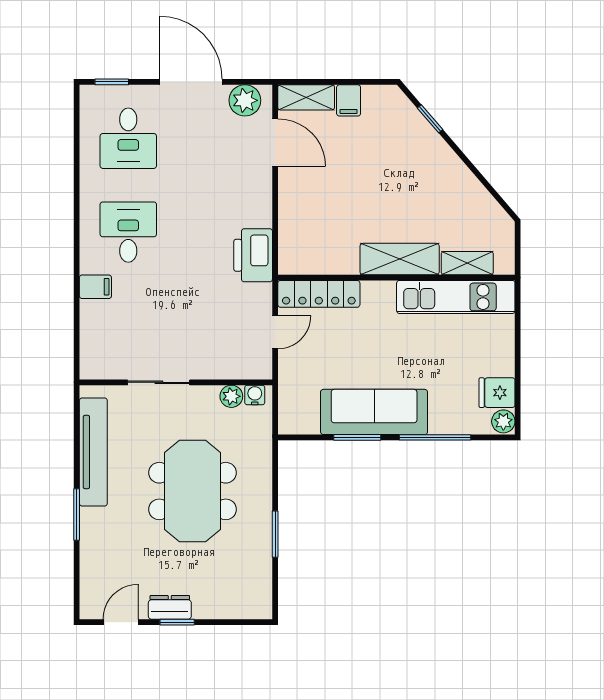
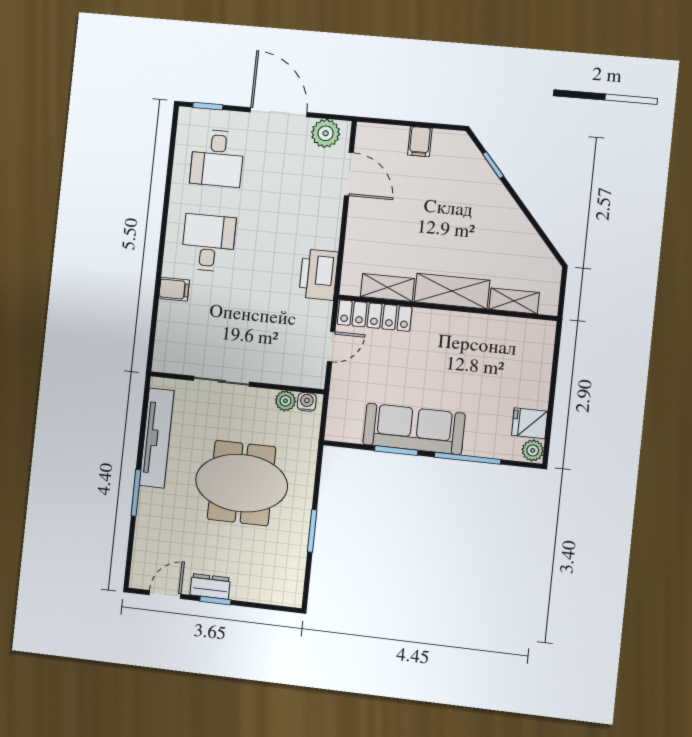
shelving: (306, 97) -> (387, 288), moved
kitchen unit: (456, 297) -> (500, 331), removed
meeting table: (192, 491) -> (242, 483), turned 90

